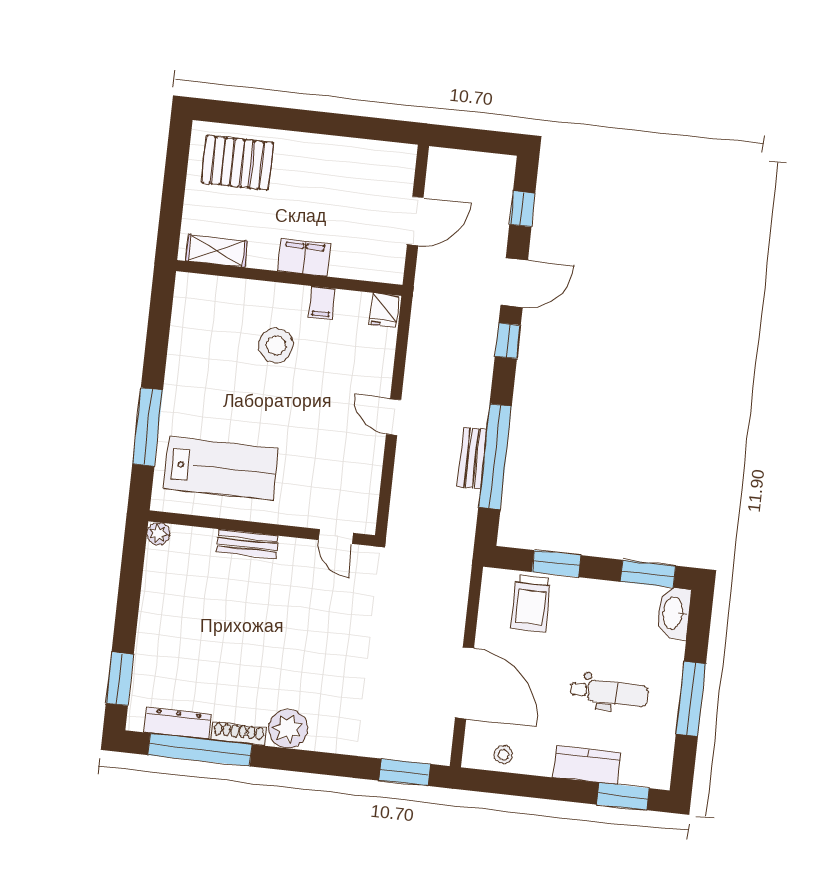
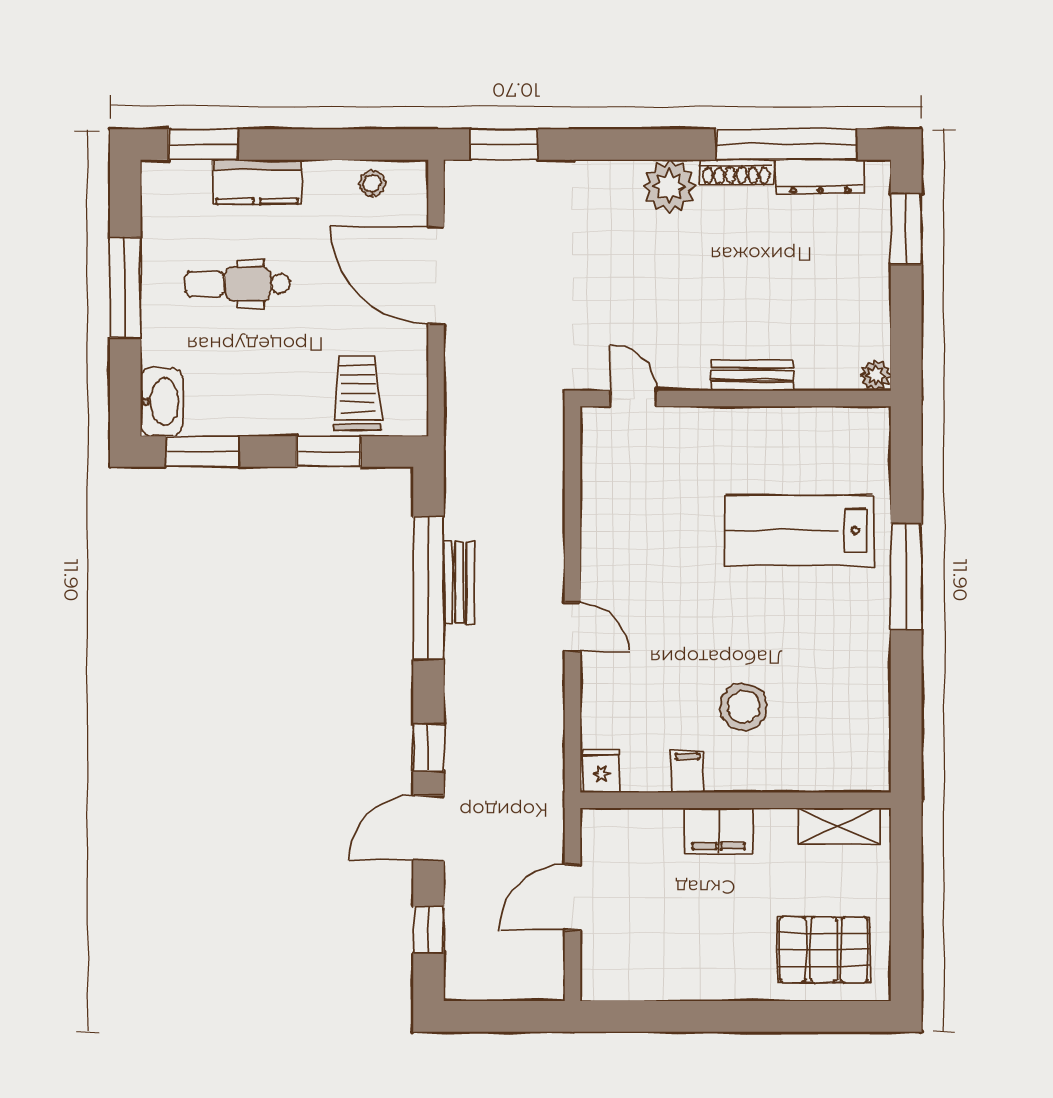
wall: (262, 528) -> (736, 398), moved
plant: (158, 534) -> (876, 375), moved
door: (336, 536) -> (633, 398), moved
bench: (247, 544) -> (753, 375), moved

